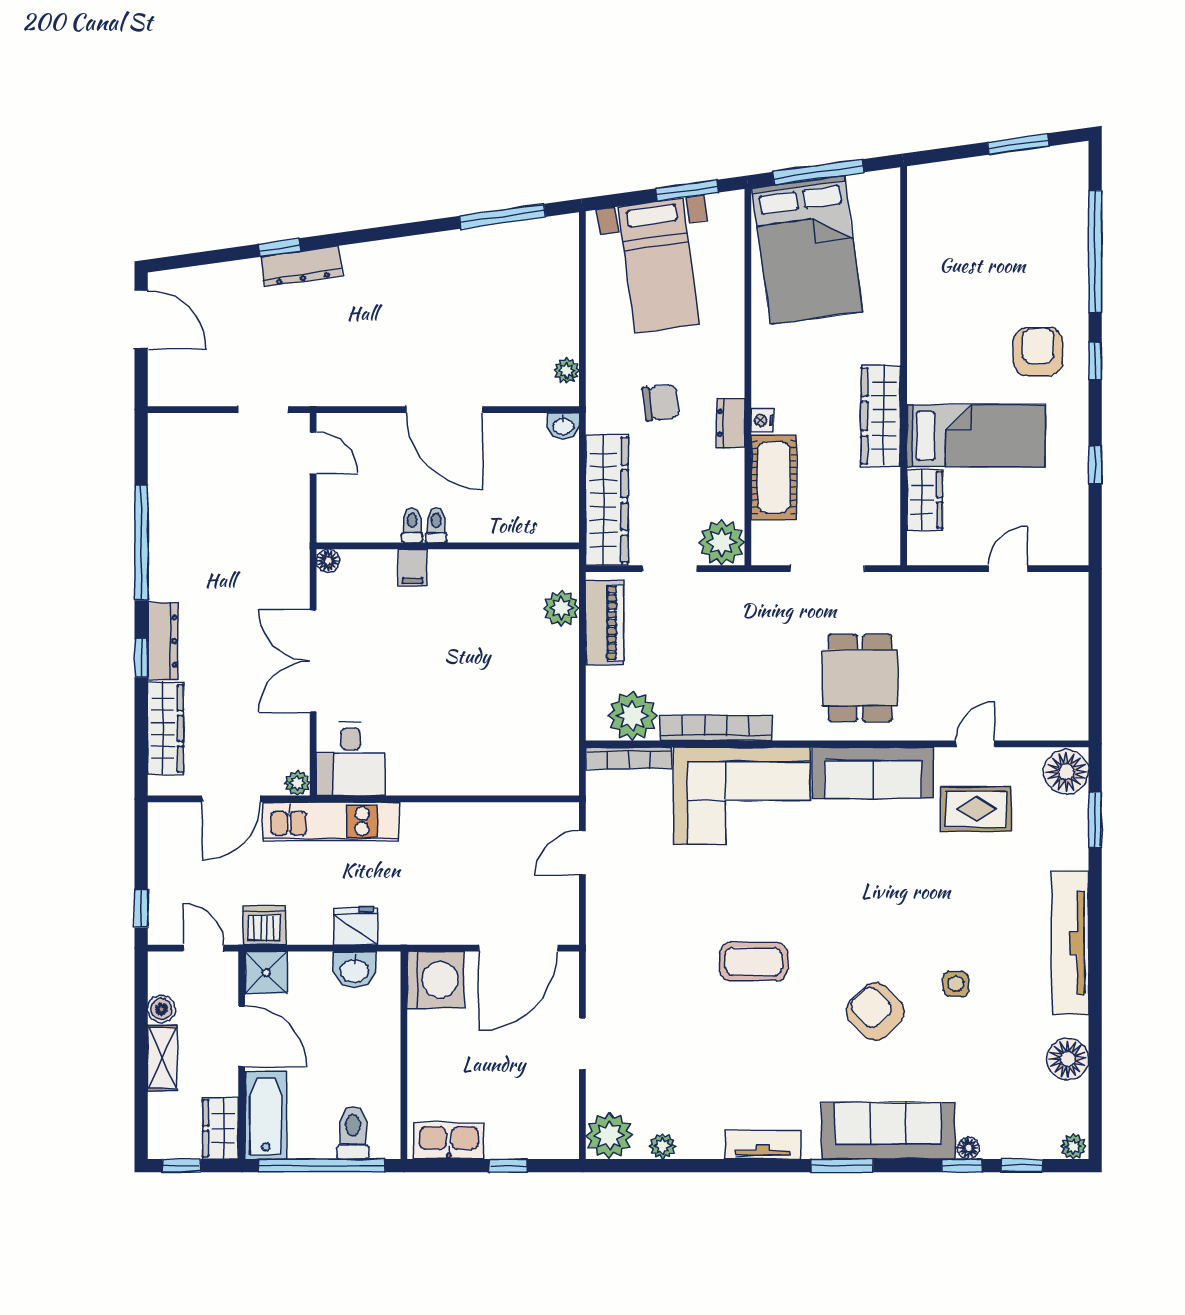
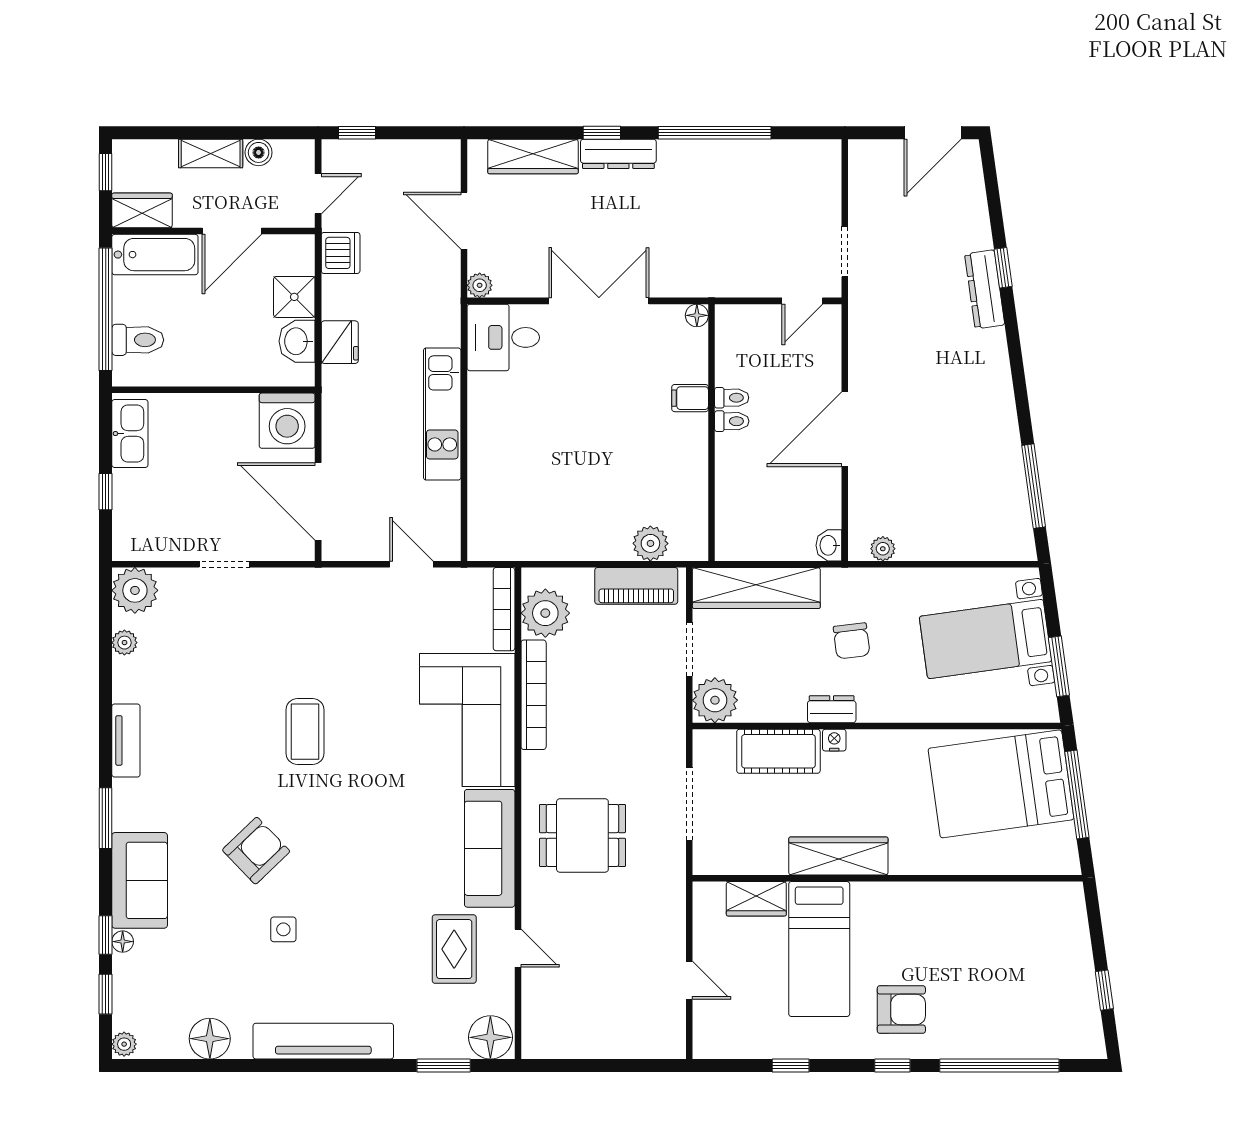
window: (1018, 144) -> (1104, 990), width x0.67
kitchen unit: (331, 821) -> (442, 414), moved
shower: (266, 973) -> (294, 297), moved
sofa: (888, 1131) -> (140, 880), width x0.73

